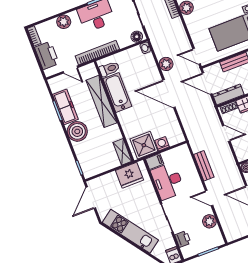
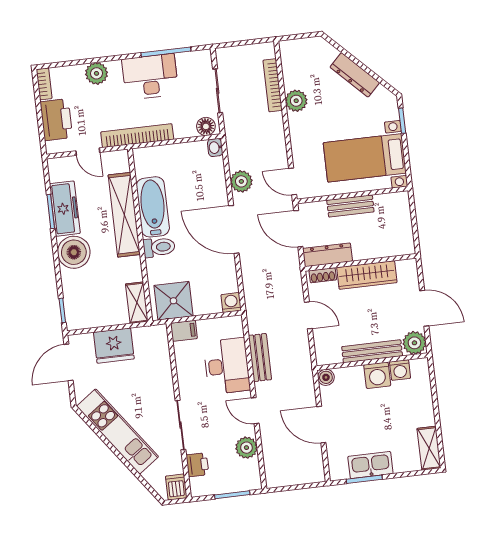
toilet: (109, 69) -> (159, 247), moved
washing machine: (162, 144) -> (231, 303), moved
fridge: (130, 175) -> (114, 346), moved
desk: (168, 181) -> (227, 366), moved, turned 180

